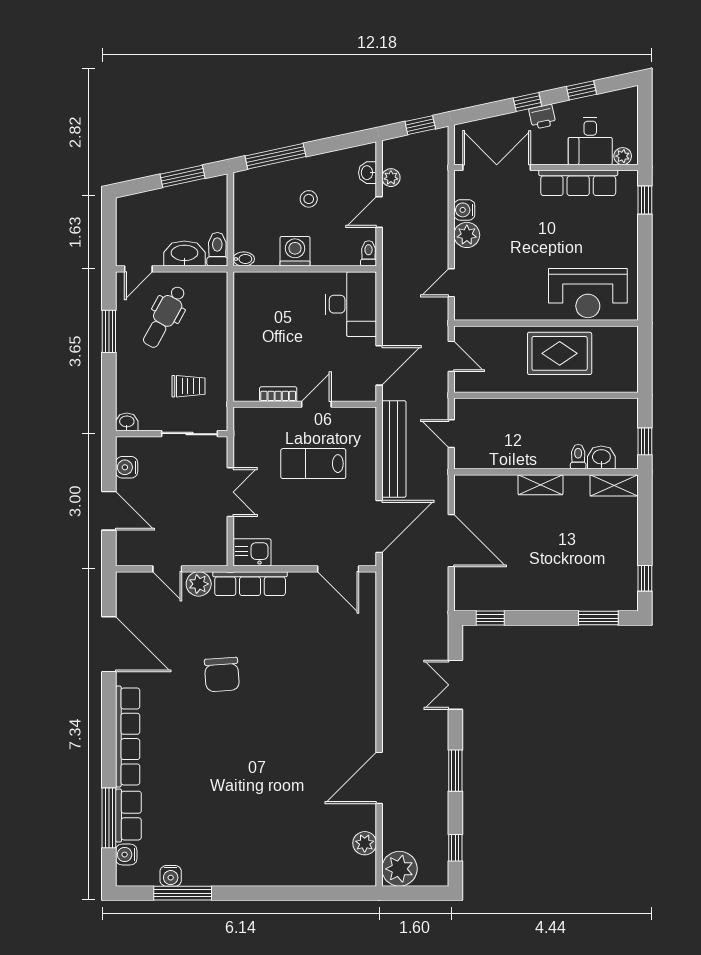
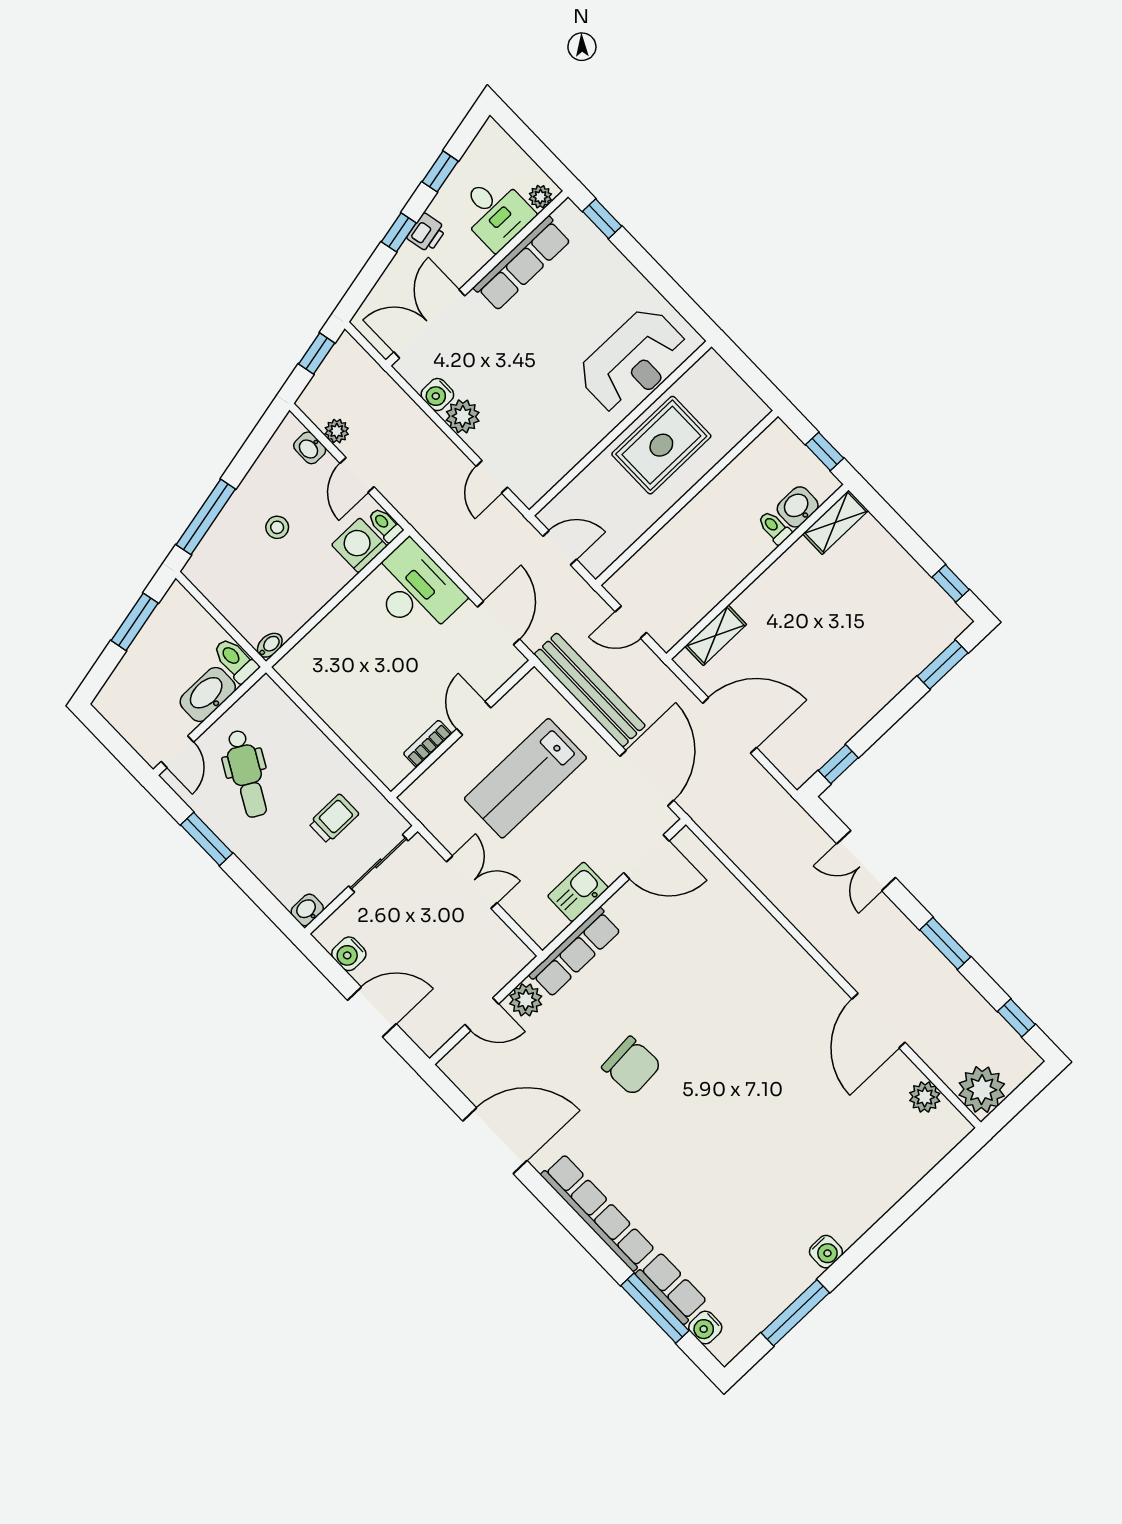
washing machine: (295, 251) -> (359, 545), moved
lab bench: (313, 464) -> (525, 778), width x1.36, depth x1.39
shelving: (540, 485) -> (716, 635), moved
kitchen sink: (252, 552) -> (578, 892), moved
water cooler: (171, 876) -> (826, 1252), moved

